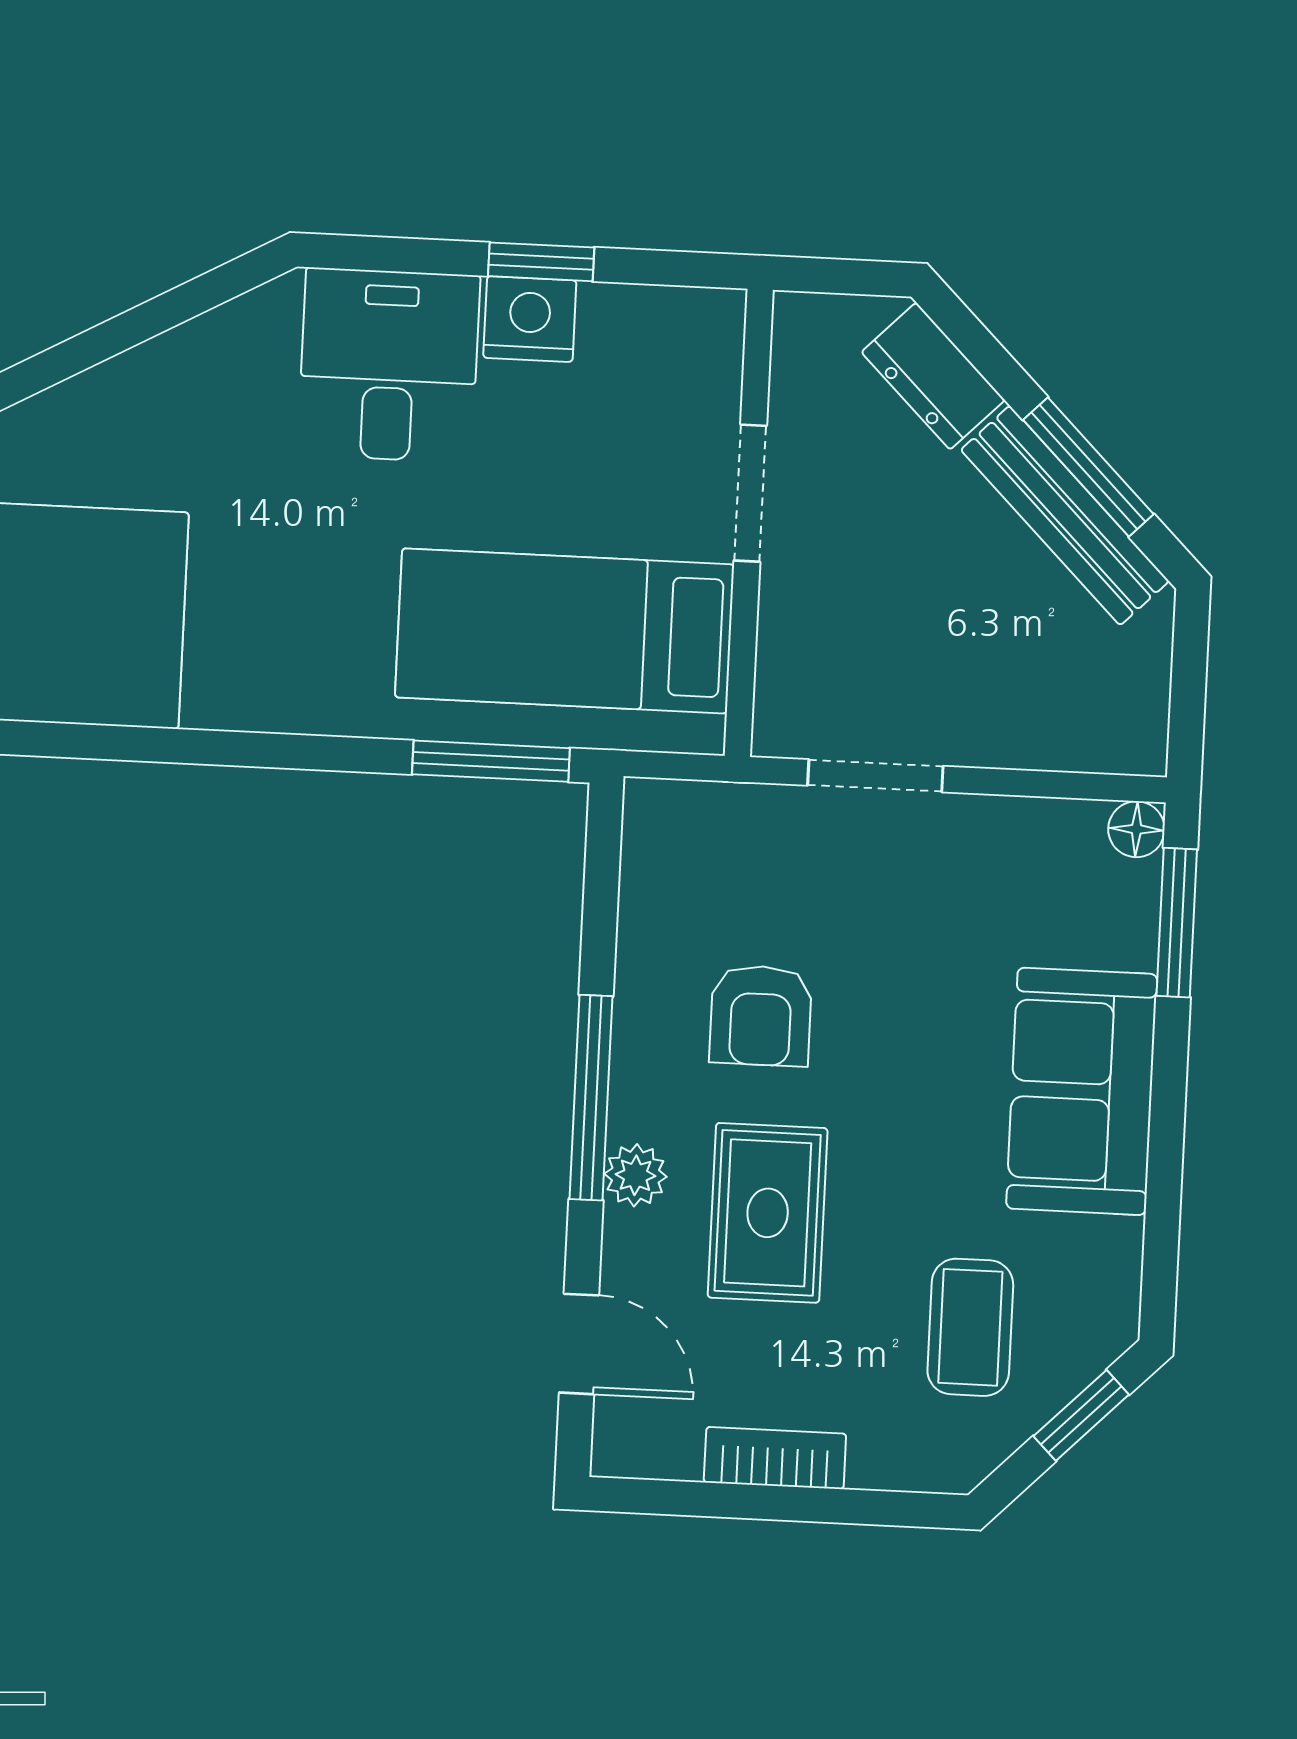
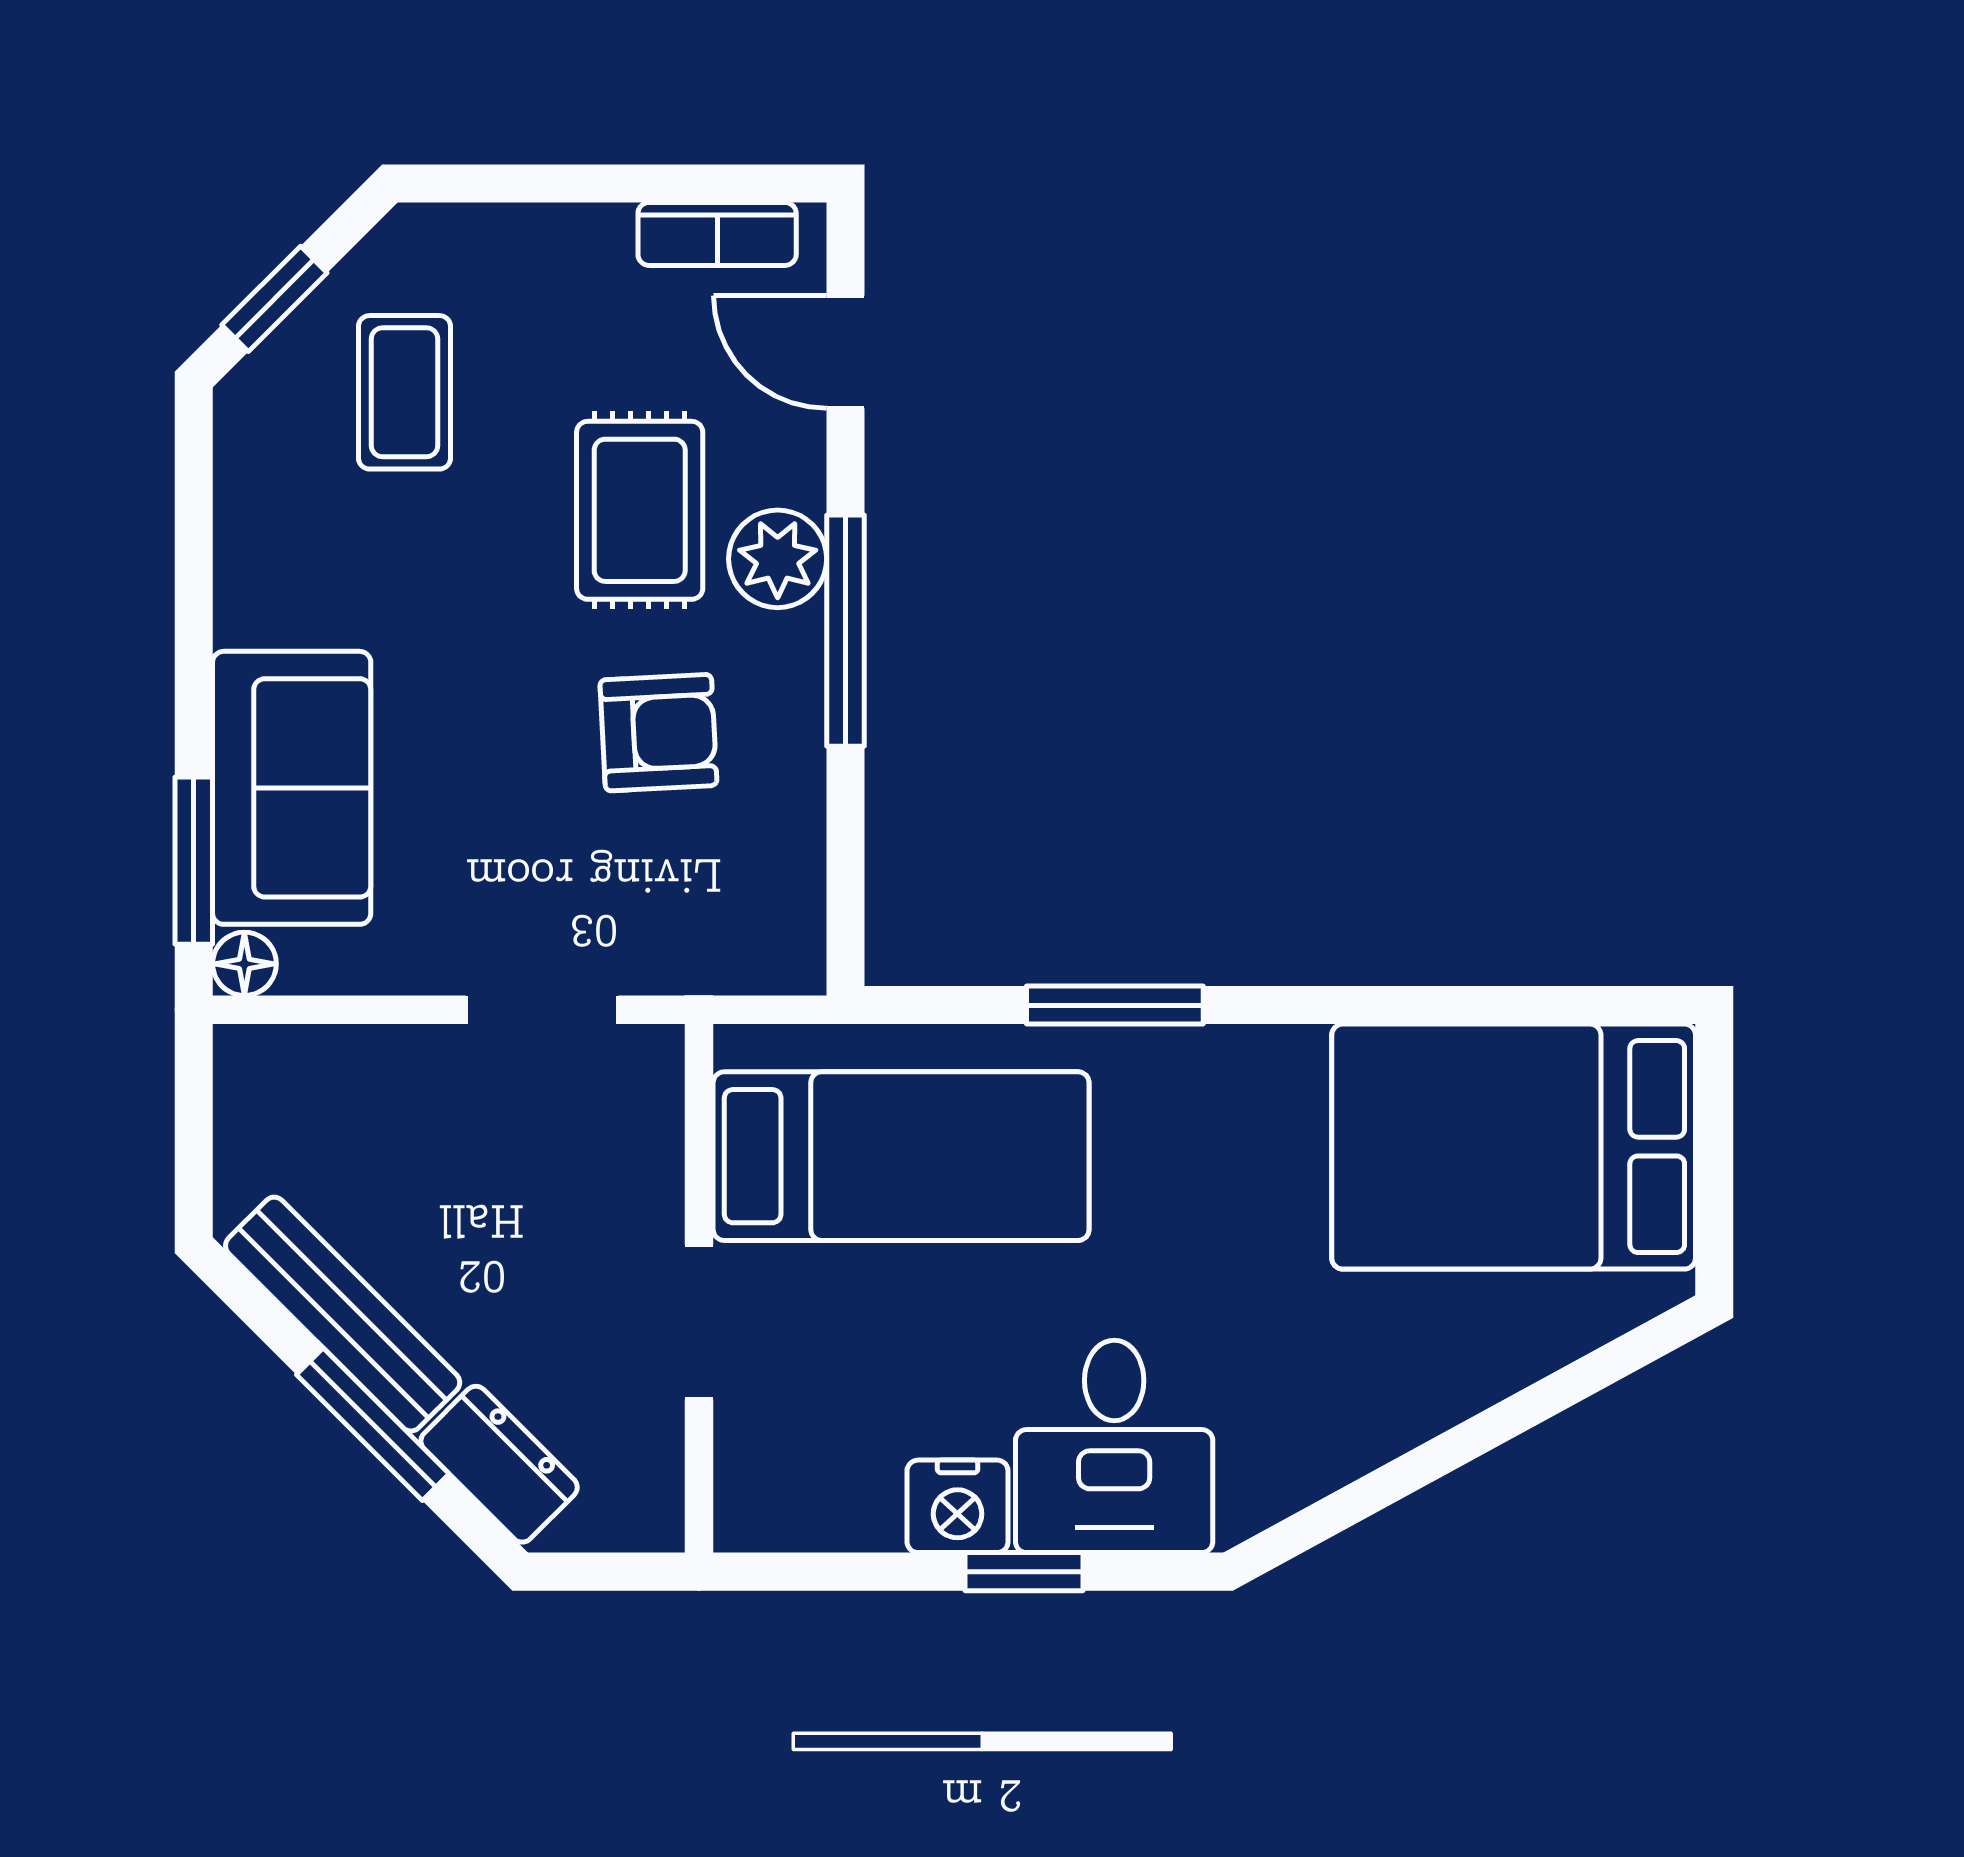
window: (541, 262) -> (1024, 1572), moved
window: (1088, 467) -> (373, 1424), moved
window: (491, 761) -> (1115, 1005), moved
armchair: (761, 1016) -> (658, 733), turned 87
sofa: (1082, 1091) -> (292, 788), moved
plant: (635, 1175) -> (778, 559), width x1.38, depth x1.38
bookcase: (775, 1458) -> (717, 234), moved

